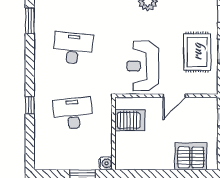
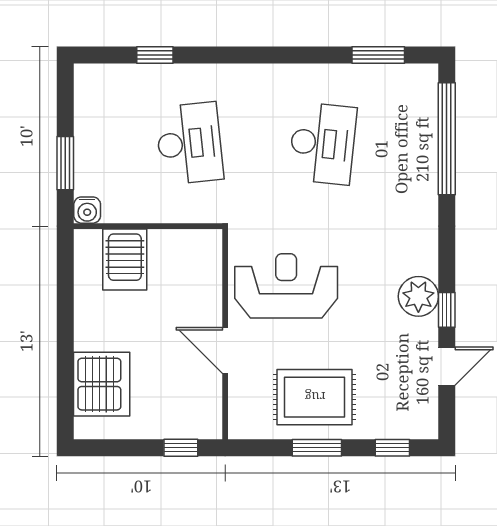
window: (30, 105) -> (155, 55), moved
server rack: (130, 120) -> (125, 260), moved

